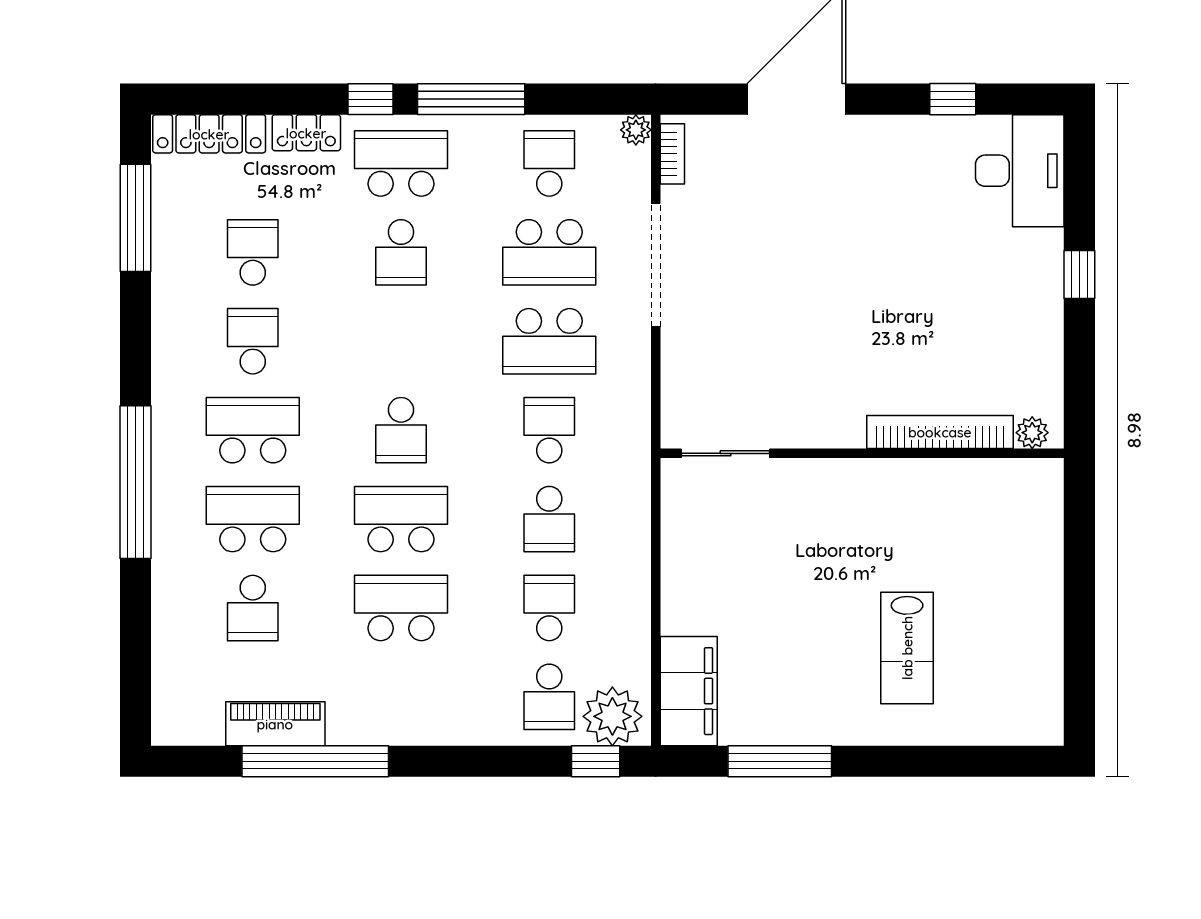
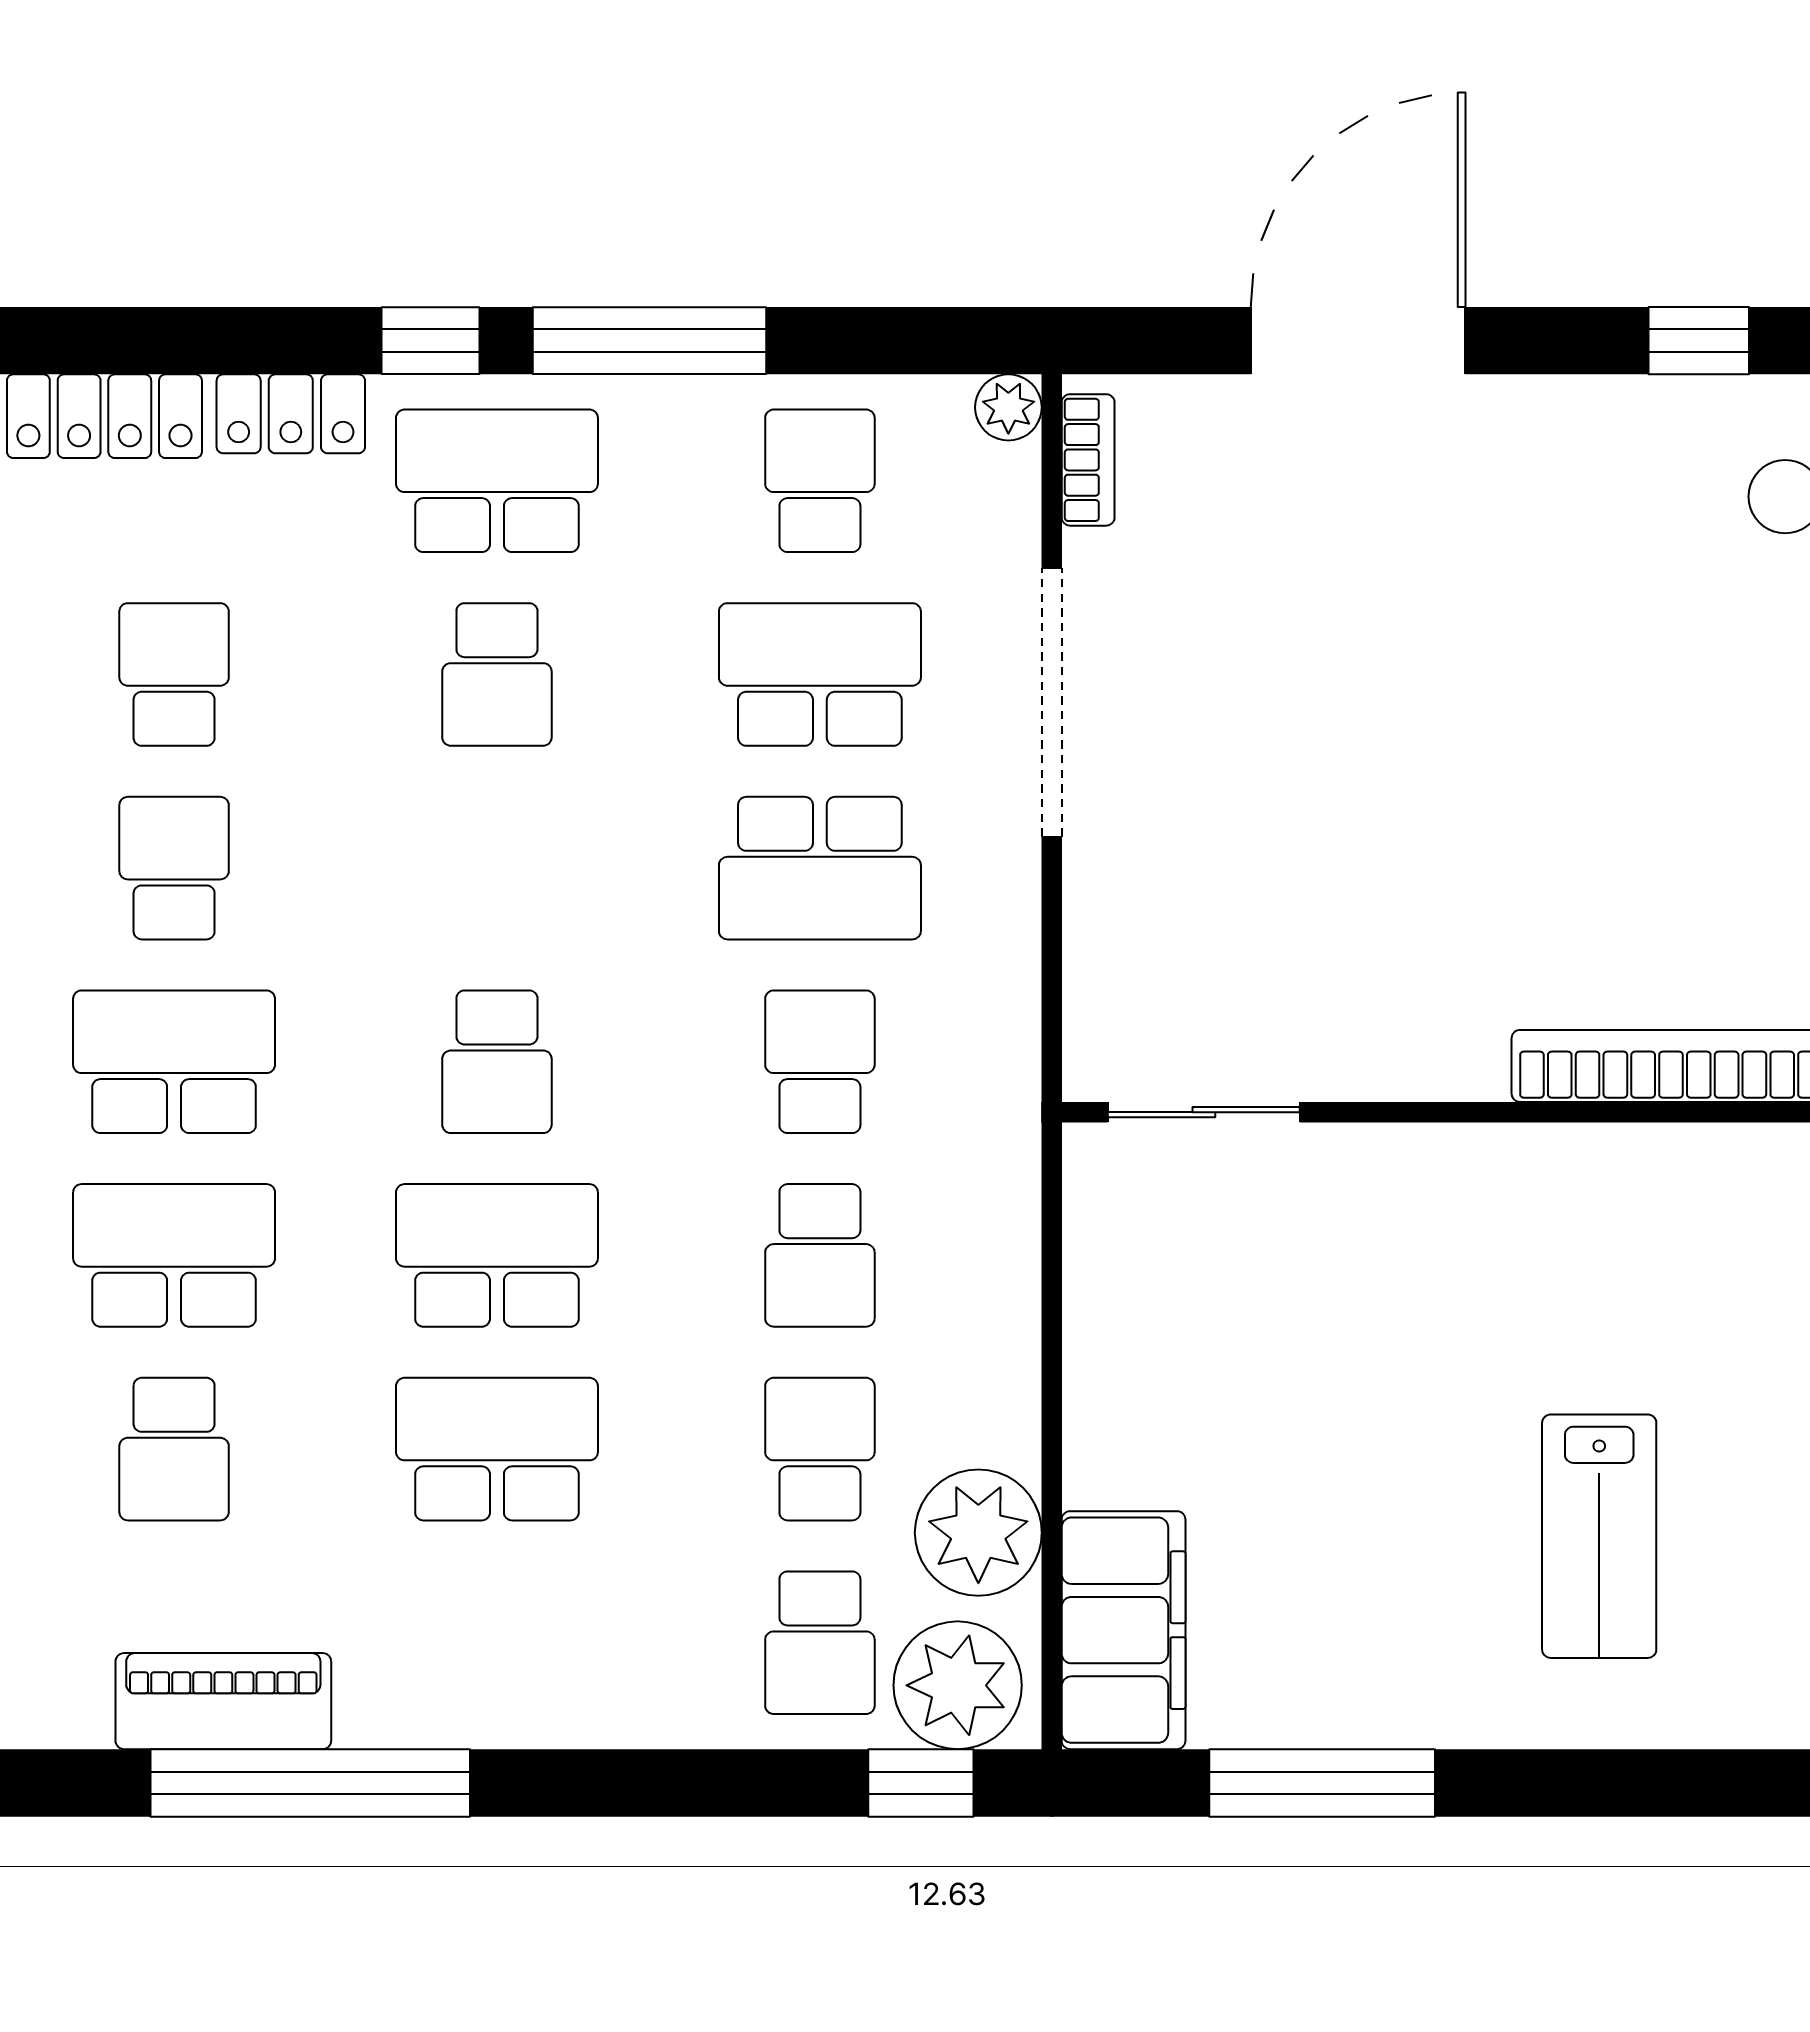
school desk: (549, 252) -> (820, 674), turned 180
plant: (622, 646) -> (978, 1533), added

